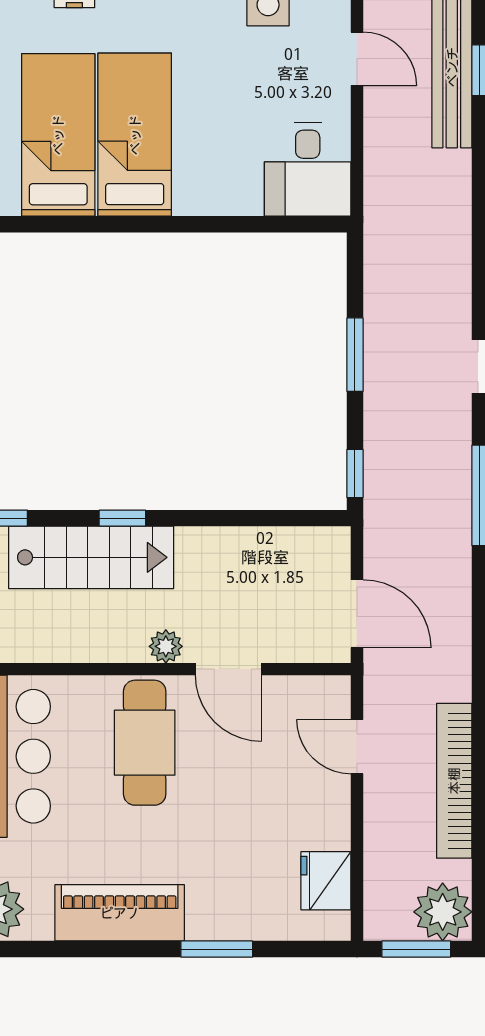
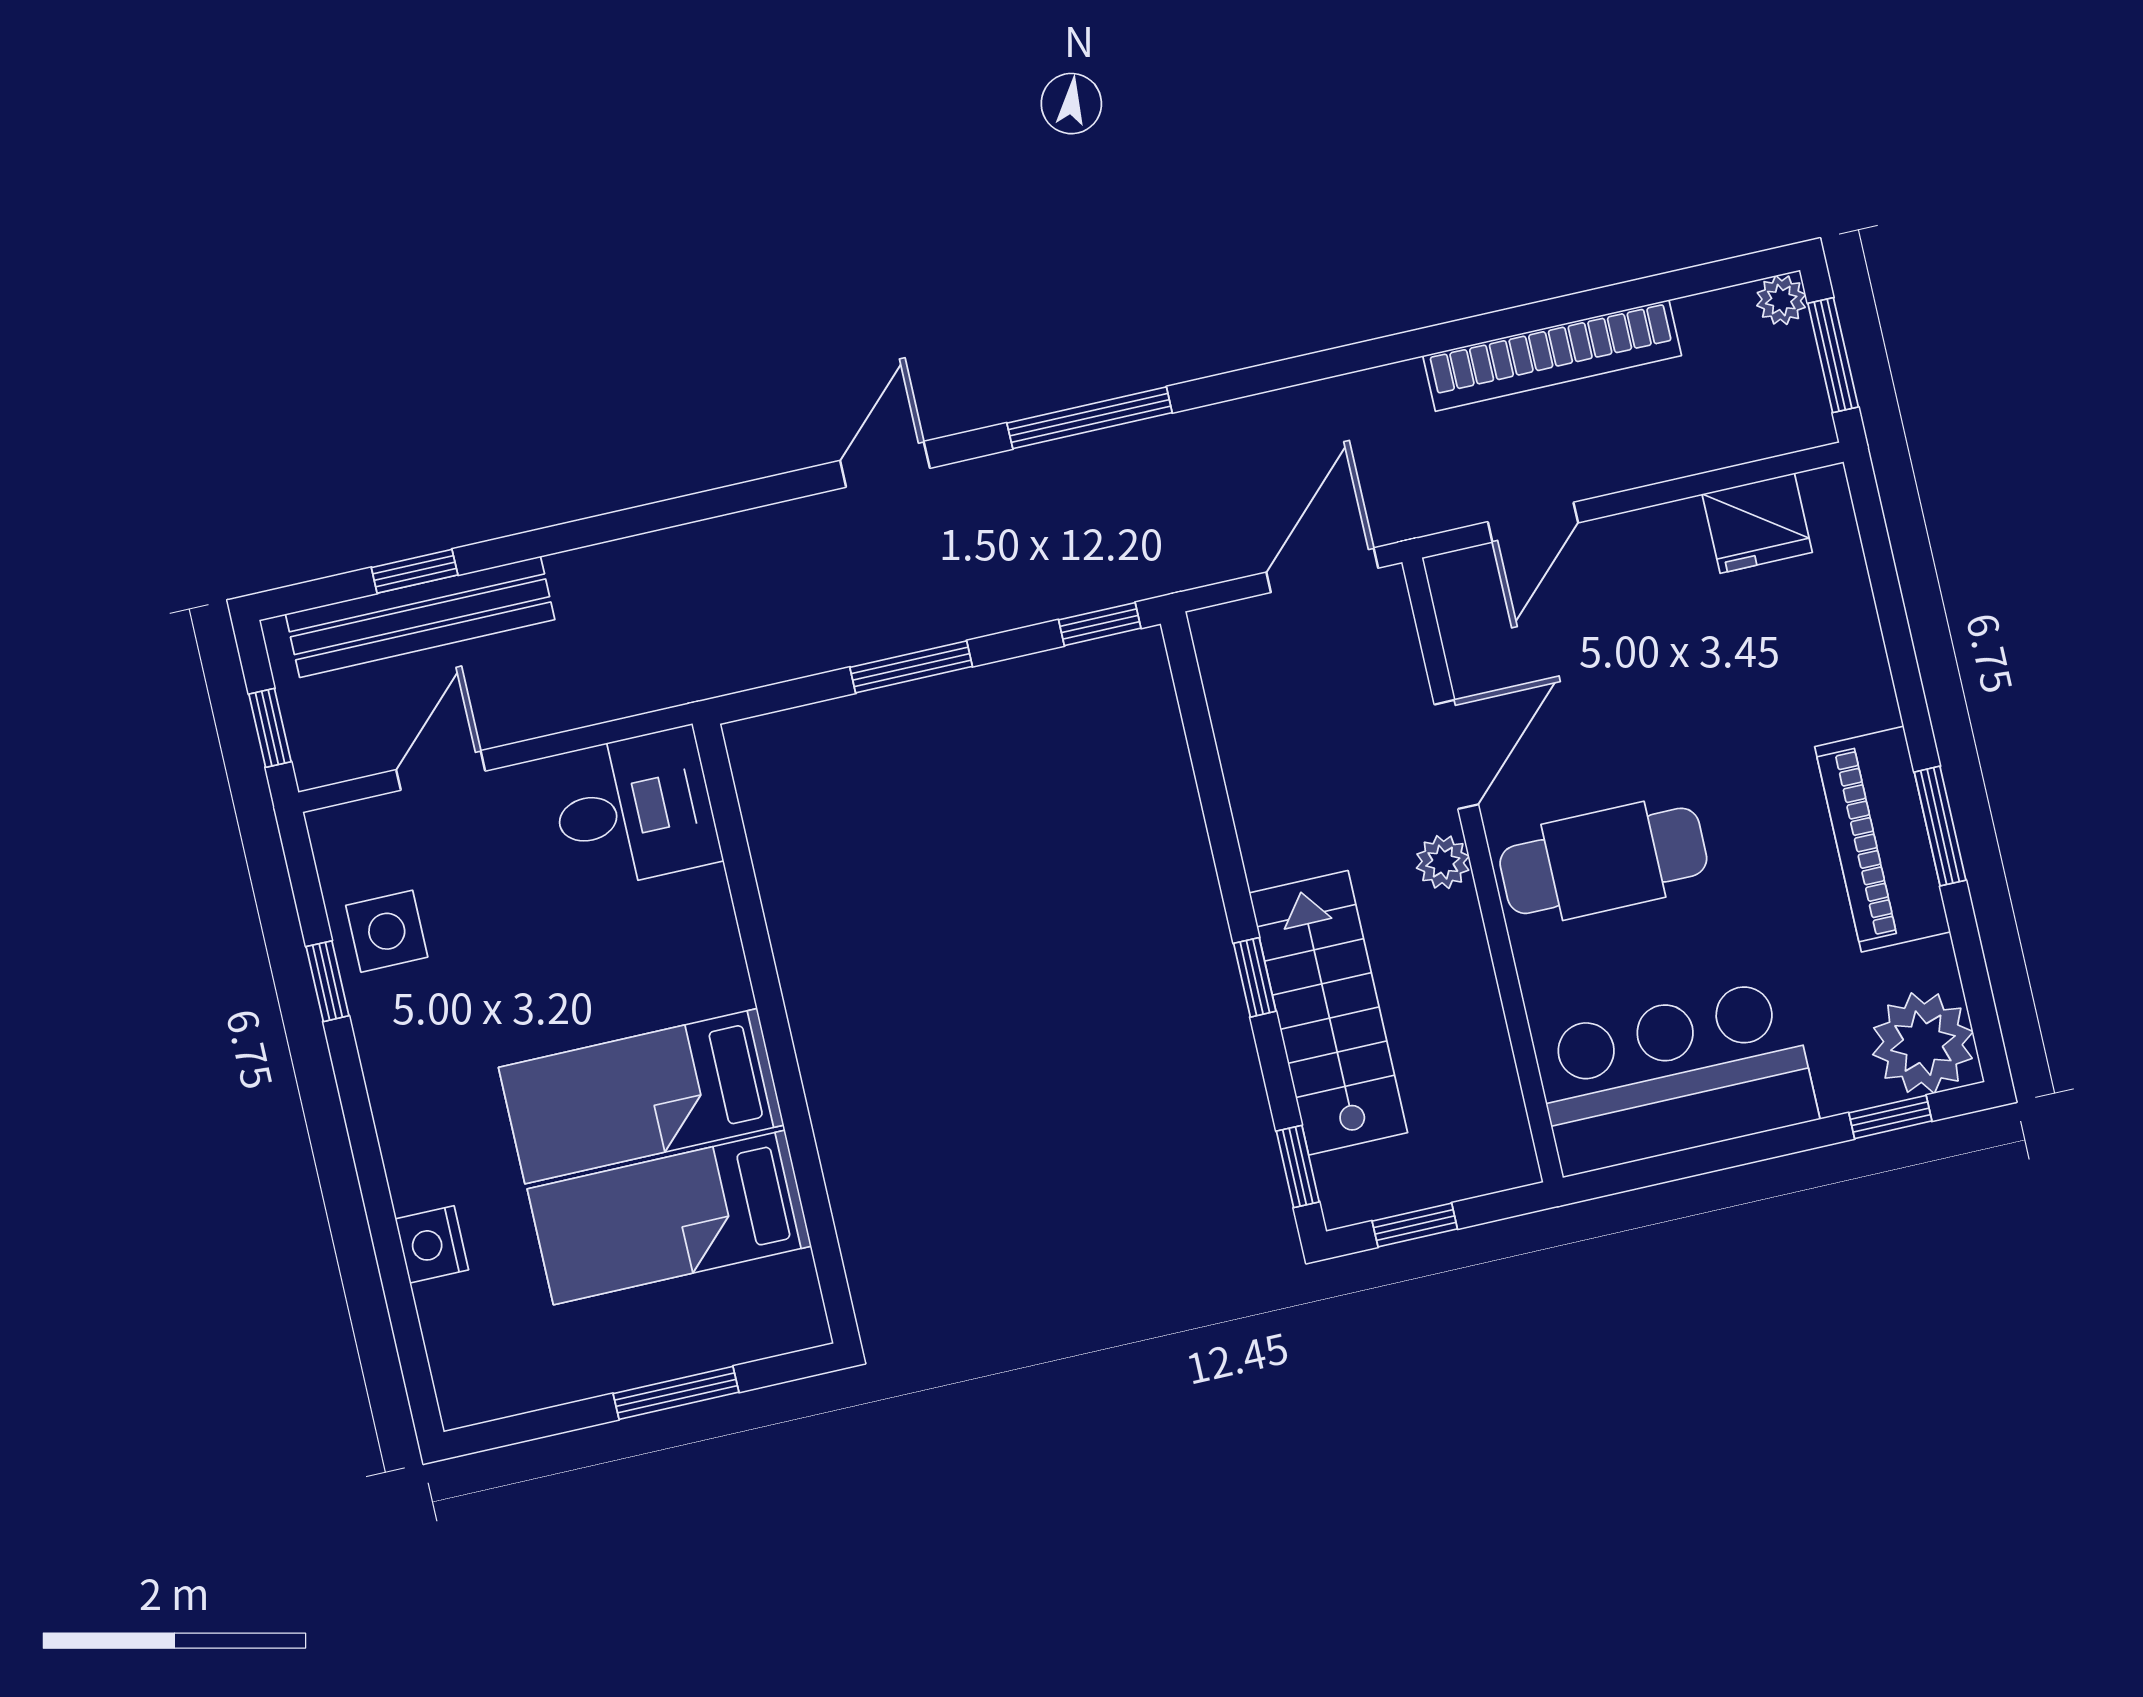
plant: (443, 912) -> (1781, 300), width x0.53, depth x0.53
window: (217, 949) -> (1940, 826), moved

